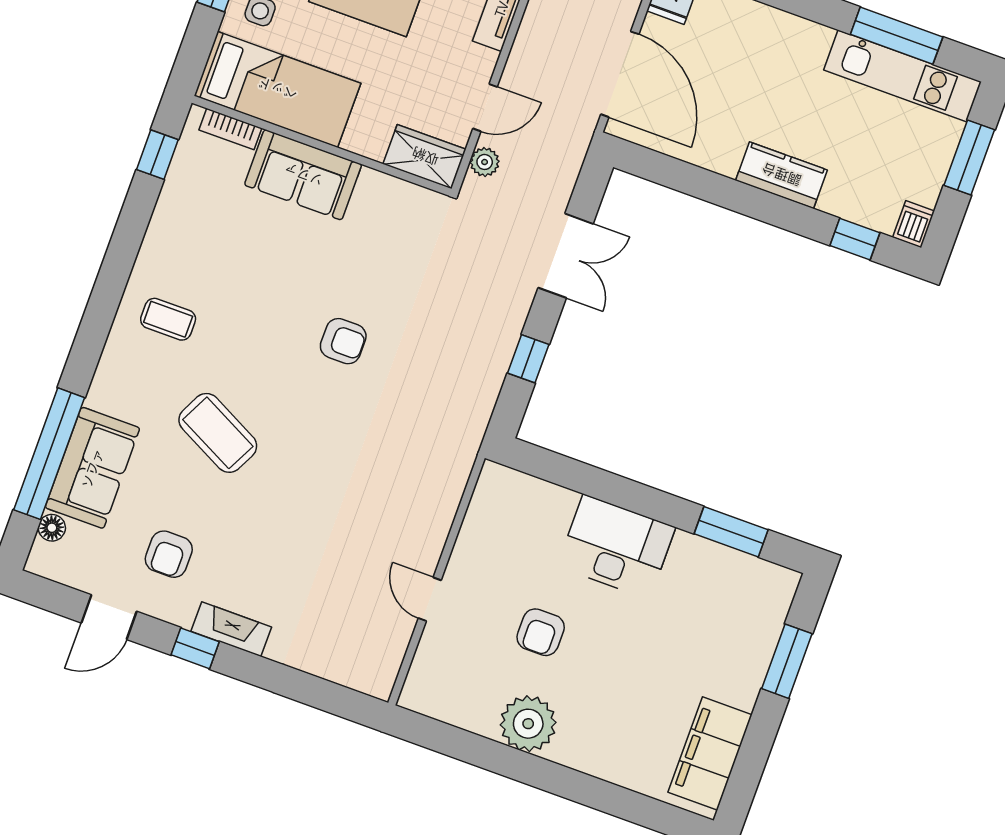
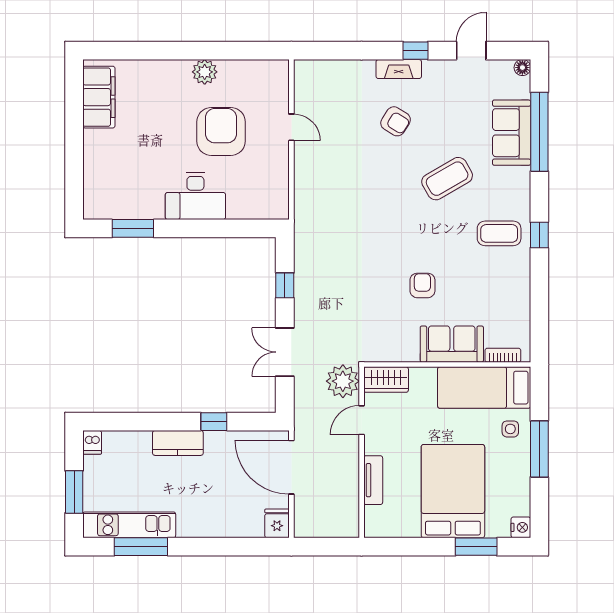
window: (157, 155) -> (539, 235), moved
plant: (485, 162) -> (343, 381), width x1.88, depth x1.88
window: (855, 239) -> (214, 422), moved
coffee table: (168, 319) -> (499, 233), width x1.36, depth x1.30
armchair: (343, 341) -> (422, 285), moved, turned 90
coffee table: (218, 433) -> (447, 179), turned -57
floor lamp: (52, 528) -> (522, 68), moved
armchair: (169, 554) -> (396, 121), moved, turned 122
armchair: (541, 632) -> (221, 131), width x1.88, depth x1.88
window: (787, 661) -> (74, 166), removed
plant: (528, 724) -> (205, 72), width x0.73, depth x0.73

